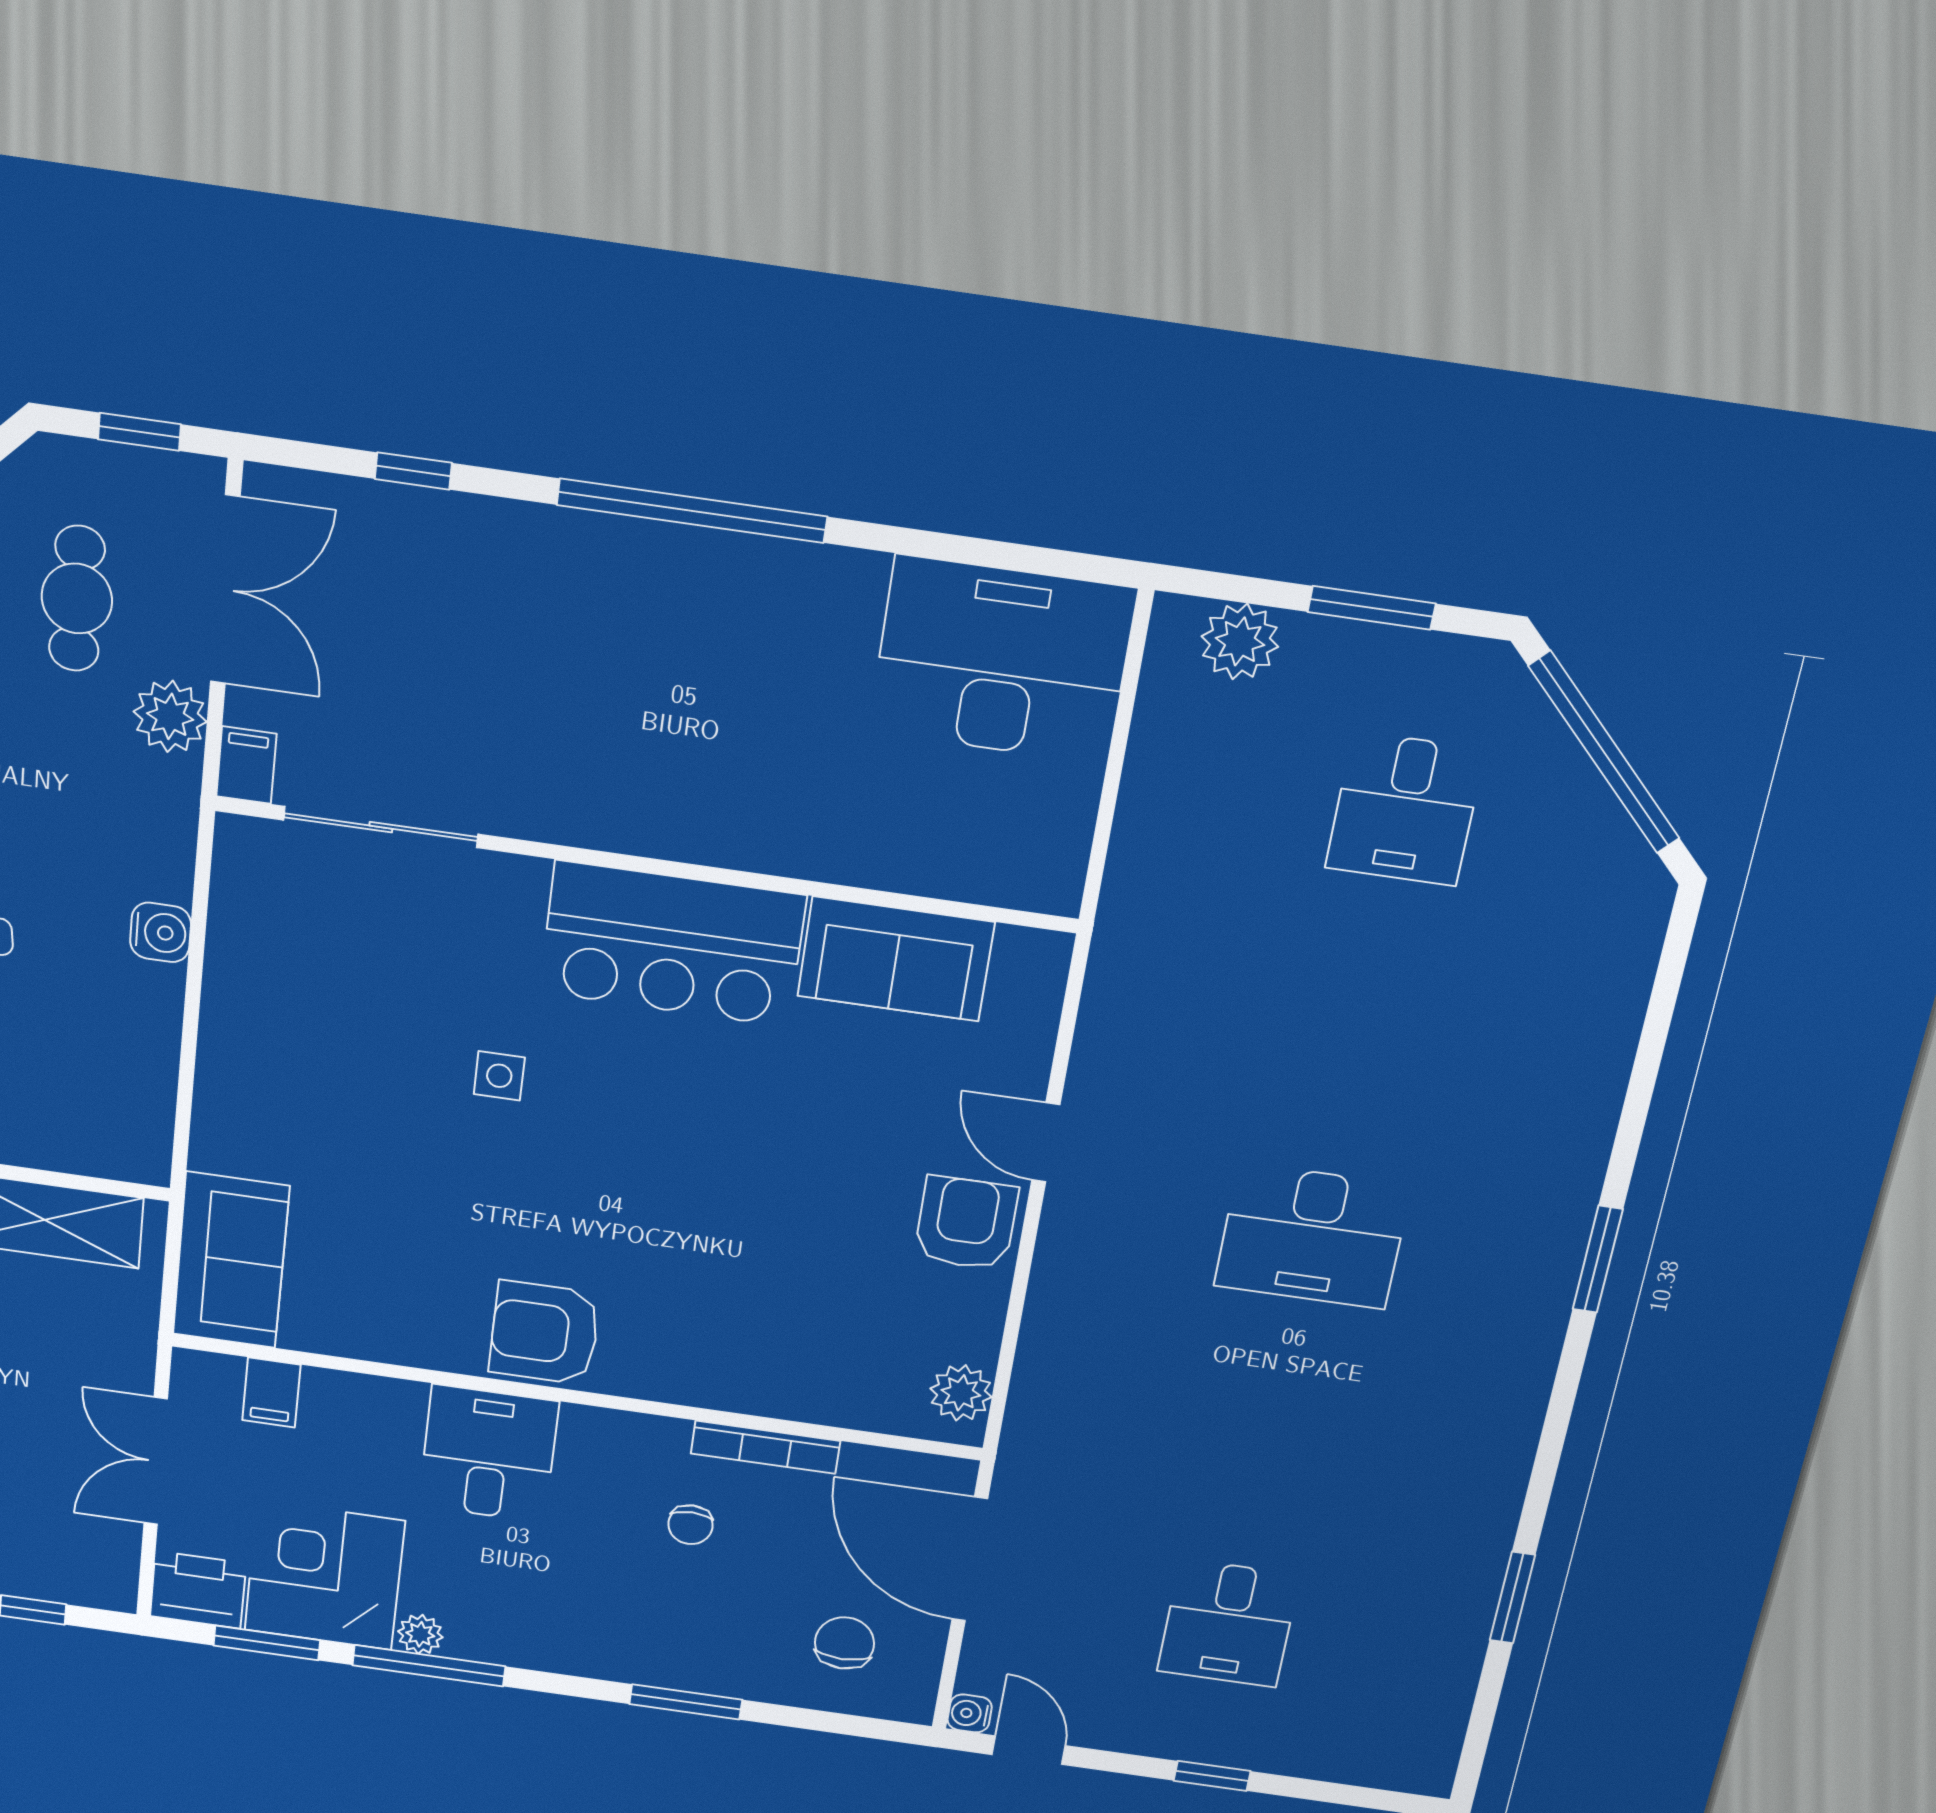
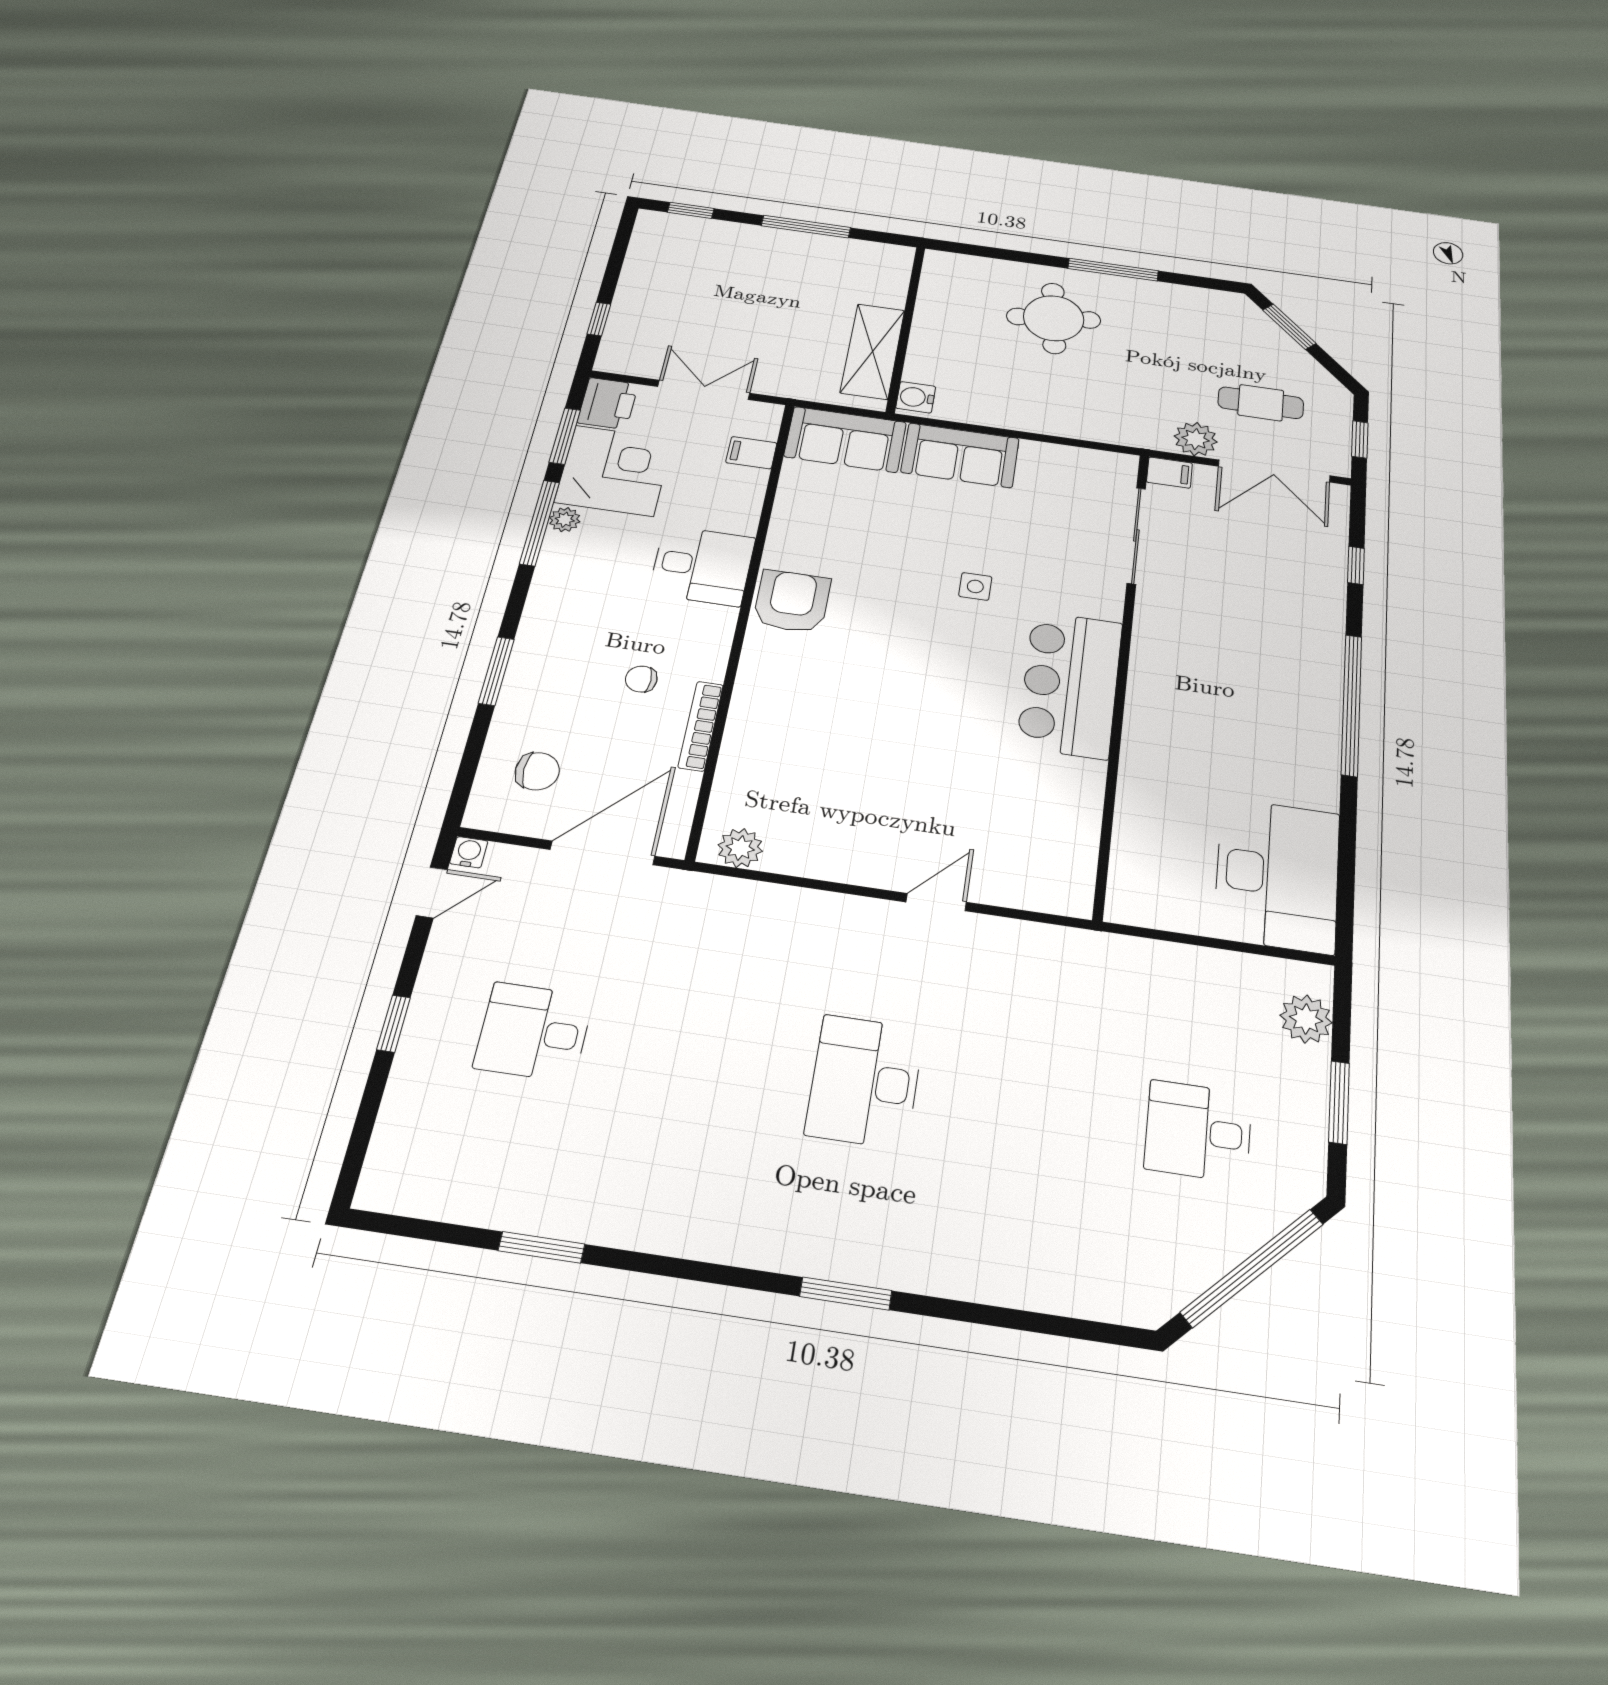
water cooler: (161, 932) -> (916, 397), moved, turned 90
sofa: (896, 959) -> (960, 455), moved, turned -90
armchair: (966, 1223) -> (874, 852), removed

